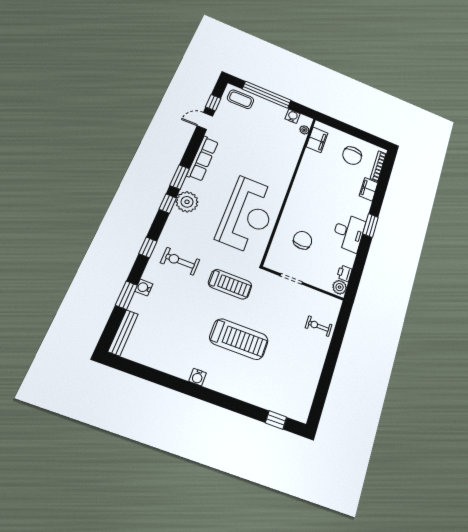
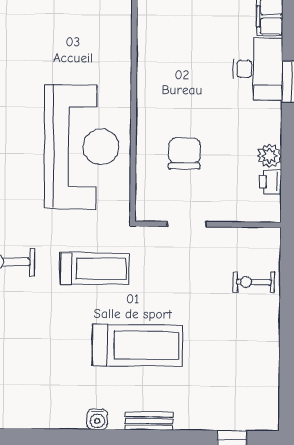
desk: (349, 232) -> (258, 69), moved
plant: (340, 287) -> (269, 156), moved
bench: (229, 389) -> (149, 421), added

